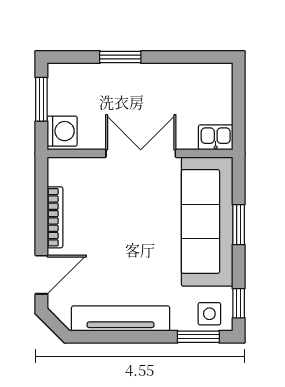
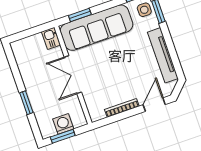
washing machine: (62, 131) -> (63, 124), moved
window: (239, 225) -> (80, 15), moved
door: (41, 275) -> (154, 105), hinge flipped

